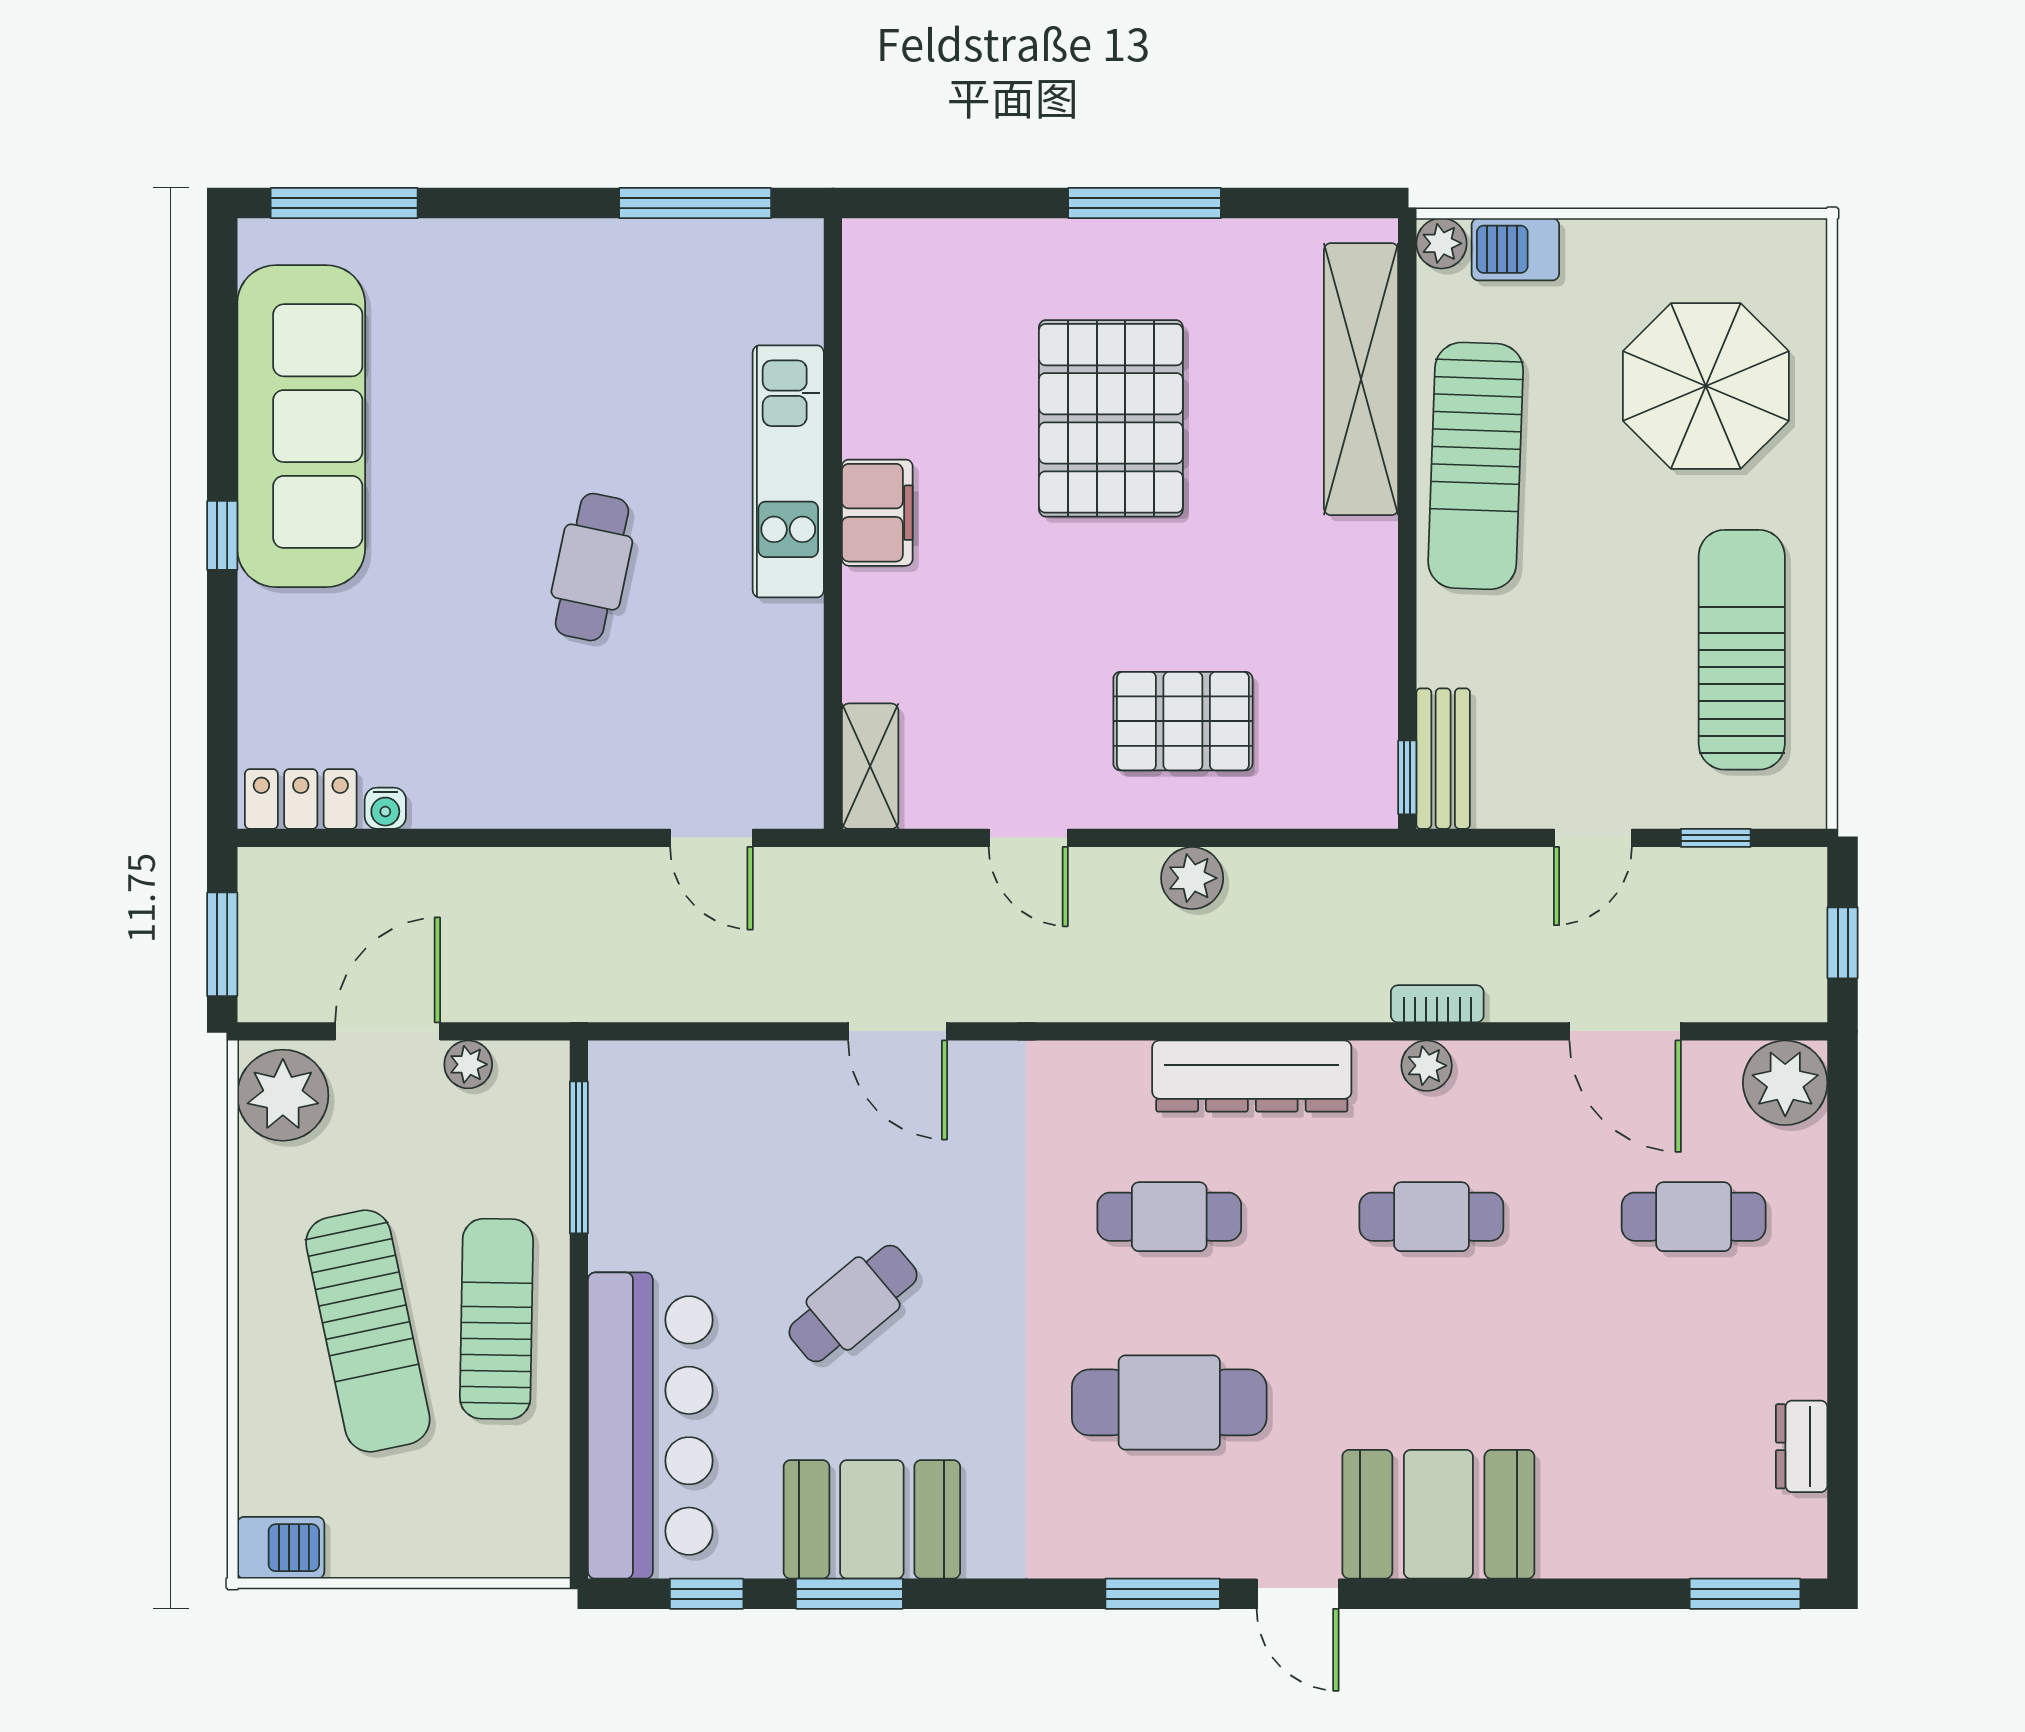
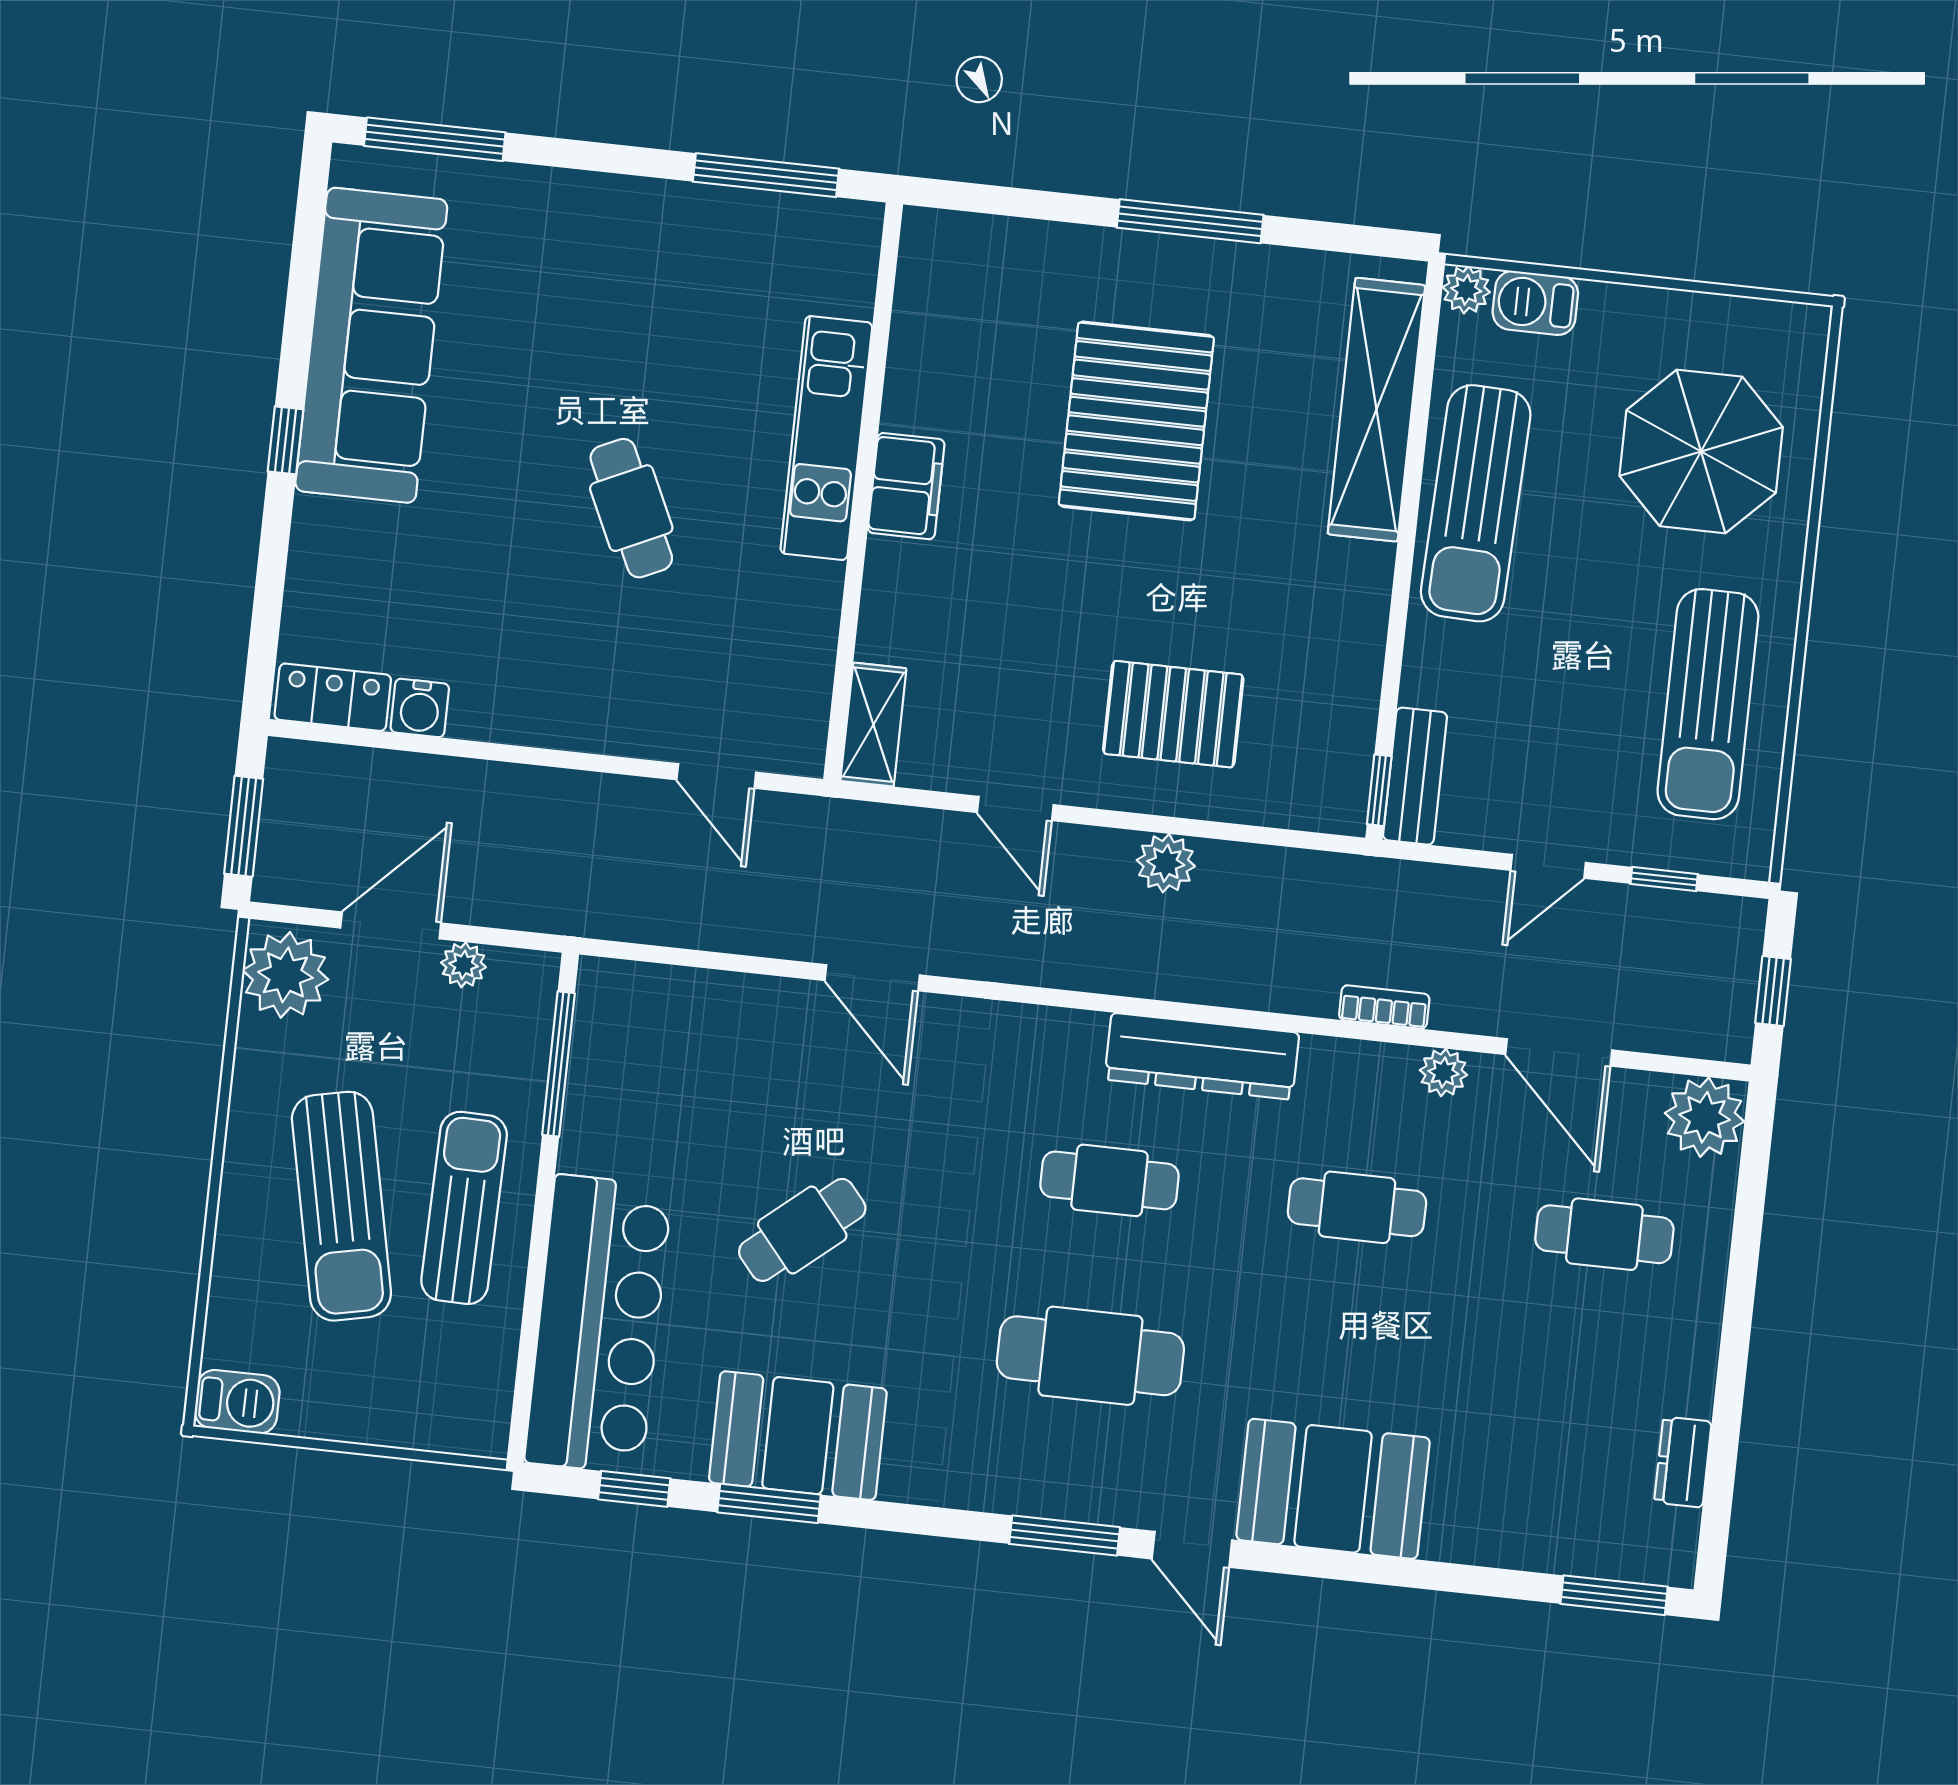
cafe table: (592, 567) -> (631, 508), turned -37
sun lounger: (1742, 650) -> (1708, 704), turned 180
water cooler: (385, 808) -> (420, 708), width x1.38, depth x1.38
plant: (1427, 1066) -> (1443, 1073), moved

